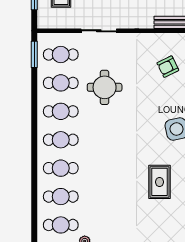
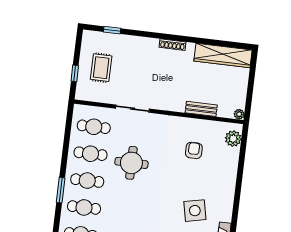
window: (34, 54) -> (61, 190), moved
armchair: (168, 67) -> (194, 150), turned 116

